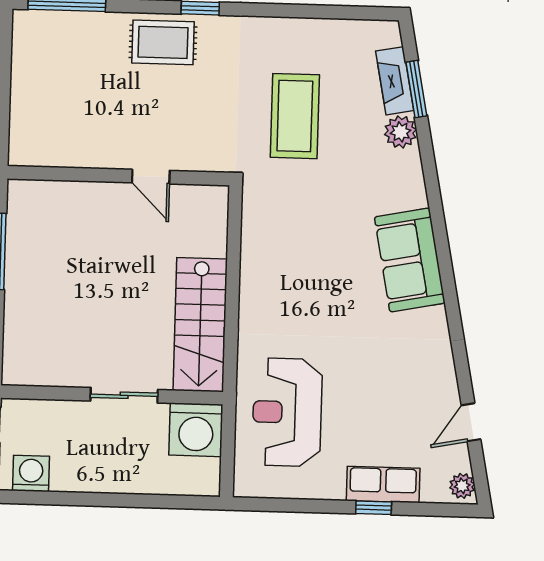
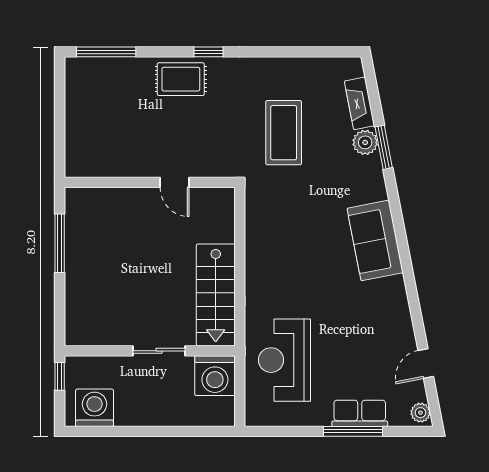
window: (416, 89) -> (384, 147), moved
washing machine: (31, 473) -> (94, 408), width x1.37, depth x1.37
window: (374, 508) -> (353, 431), width x2.17

